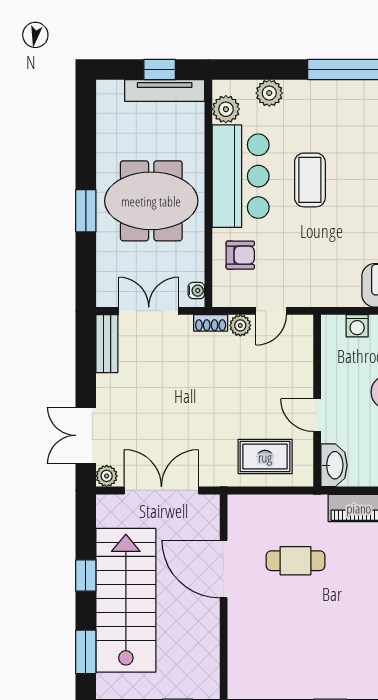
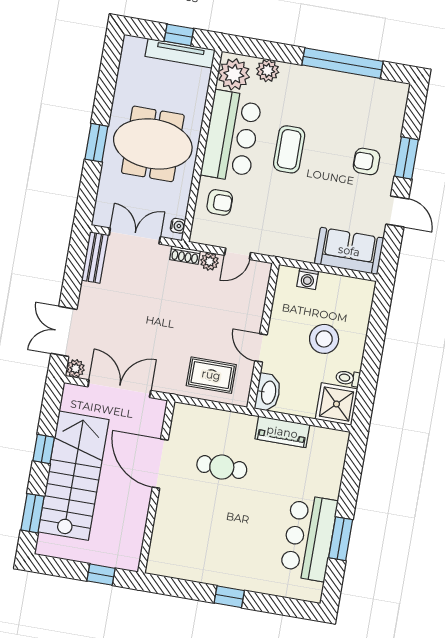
plant: (226, 109) -> (234, 74), width x1.36, depth x1.36

